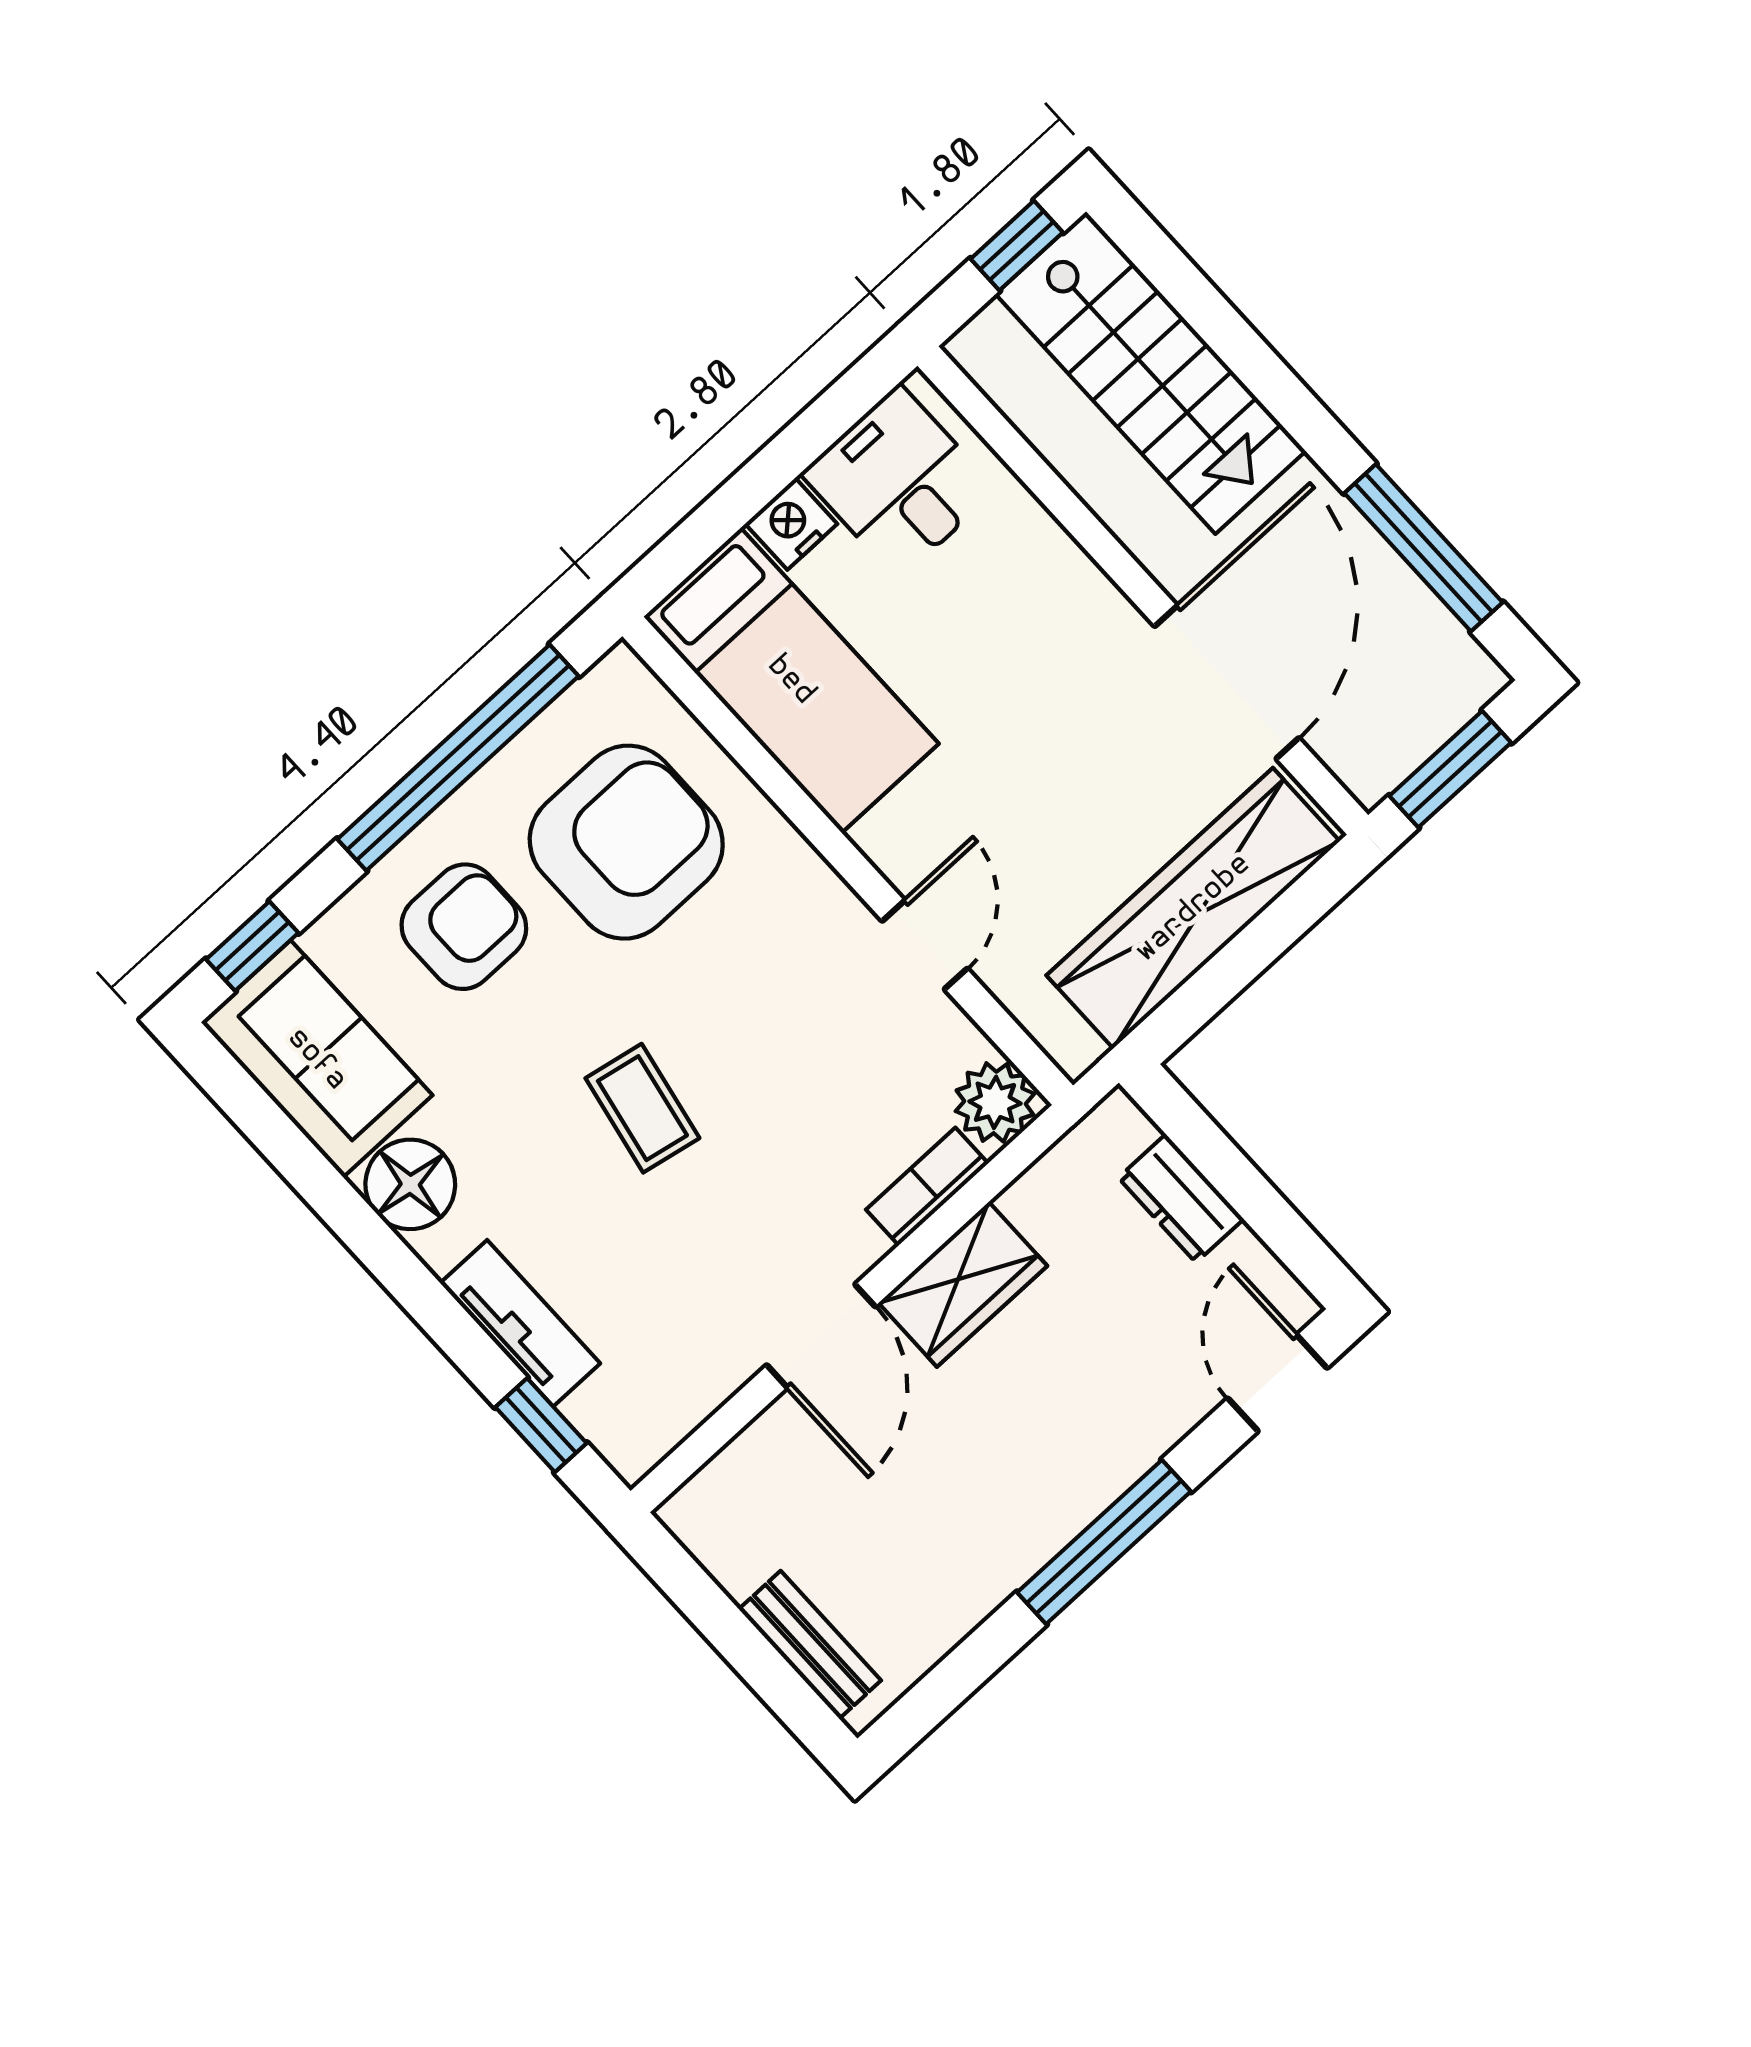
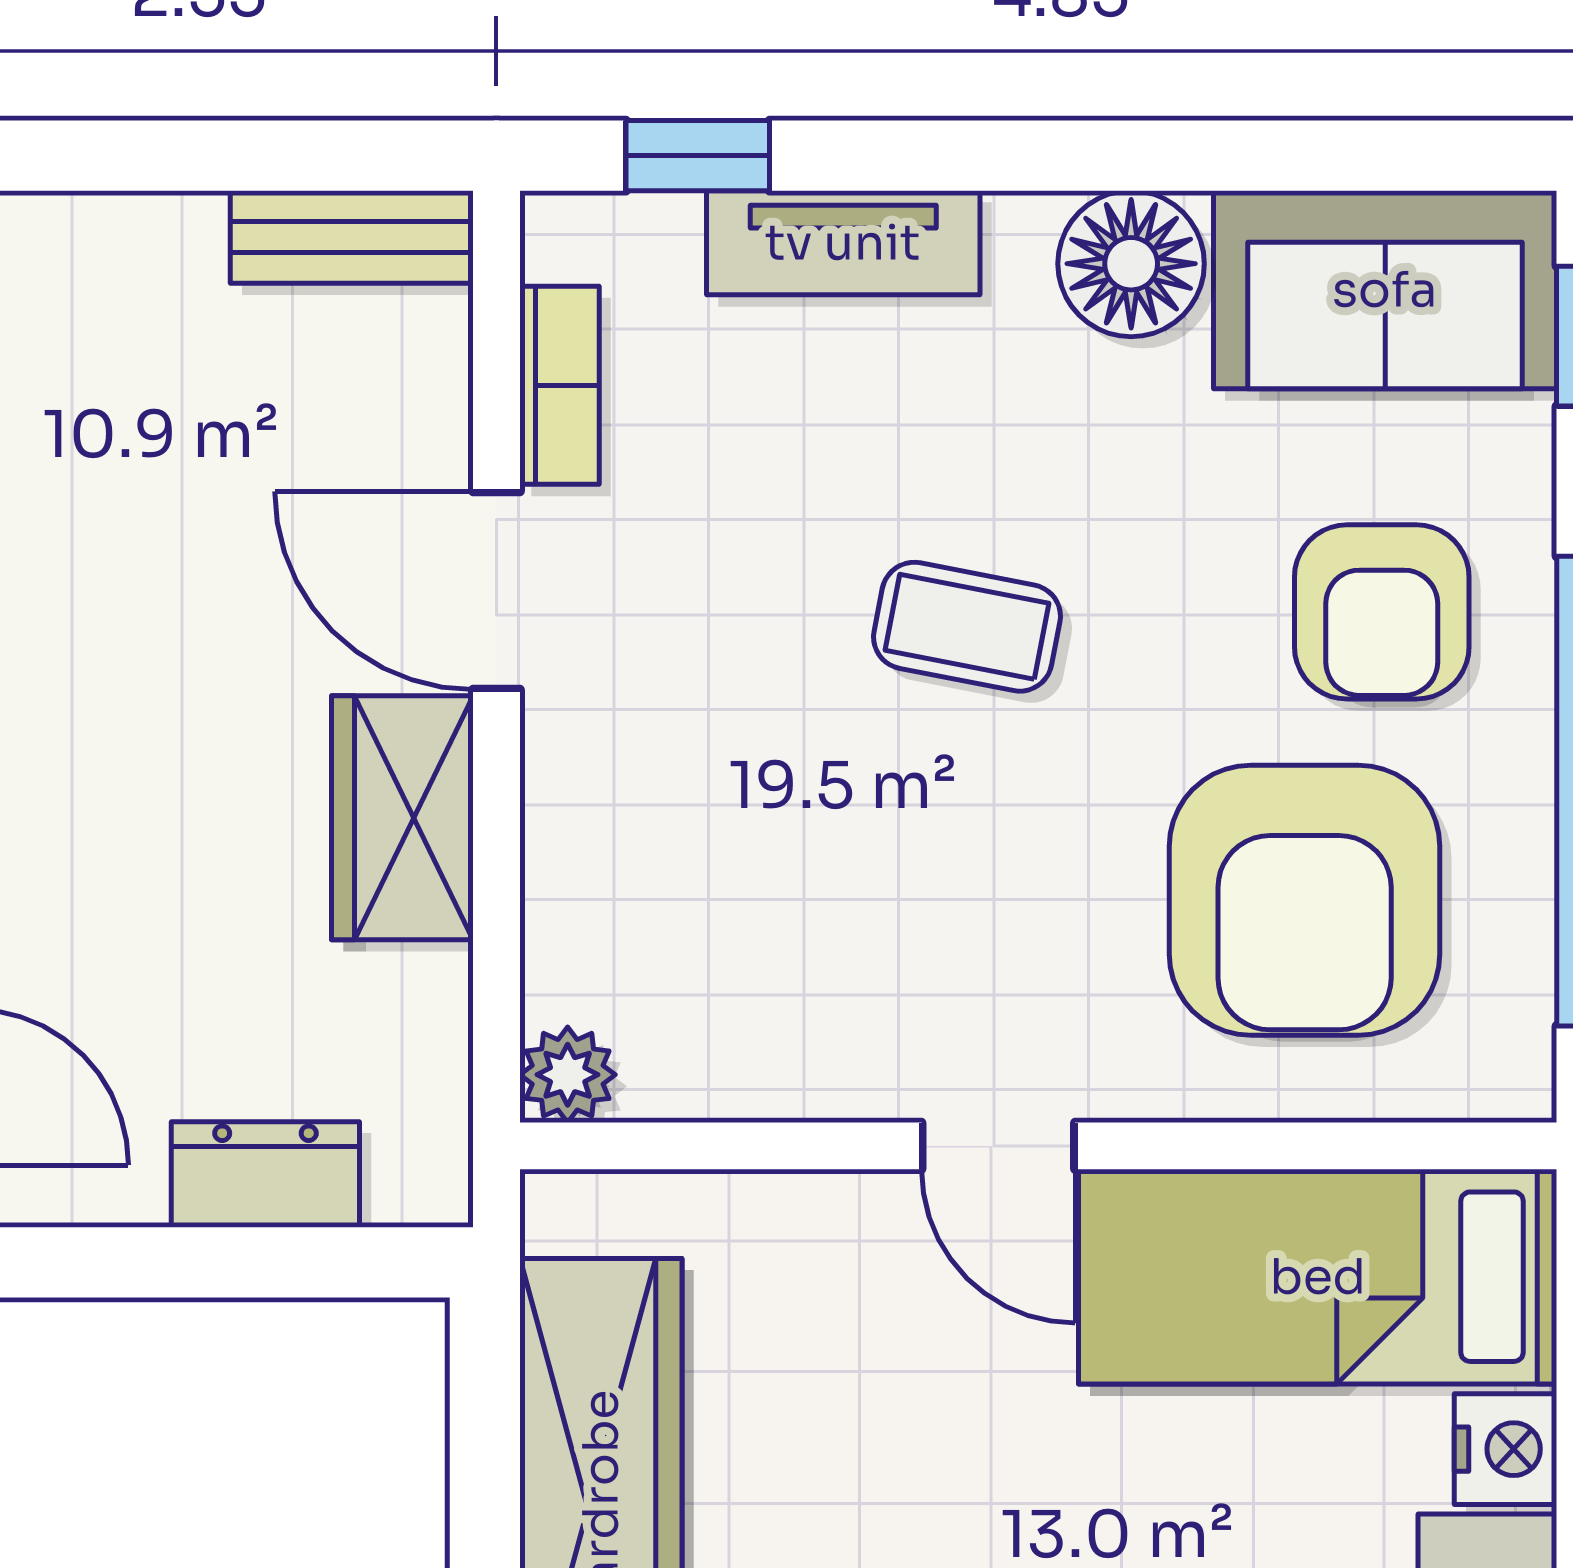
door: (925, 945) -> (998, 1146), moved
plant: (995, 1102) -> (568, 1075), width x0.73, depth x0.73
bookcase: (927, 1186) -> (559, 385), moved
bench: (810, 1645) -> (352, 237), moved

